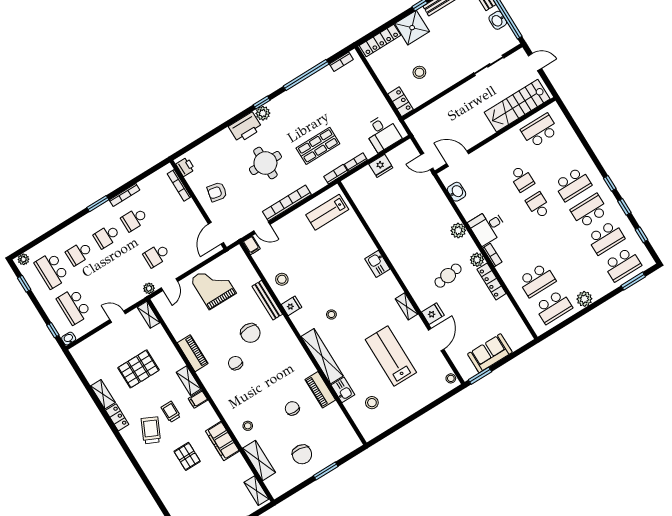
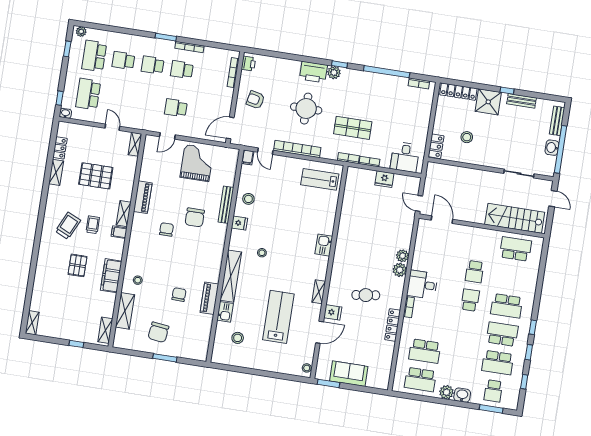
washbasin: (457, 192) -> (462, 395), moved, turned -90
plant: (477, 260) -> (402, 256), moved
school desk: (622, 264) -> (493, 391), width x0.54
plant: (149, 288) -> (151, 126), removed
locker: (117, 417) -> (60, 148), moved

